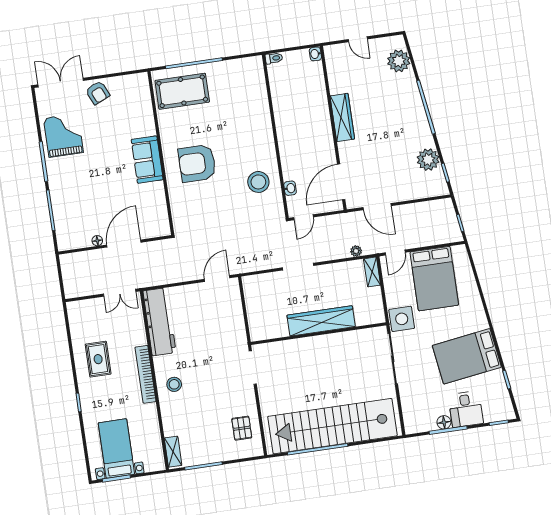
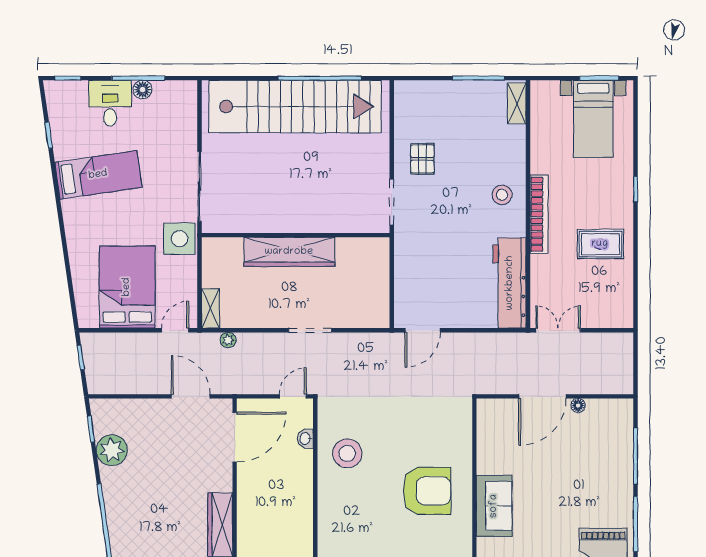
bed: (467, 356) -> (98, 175), width x0.67
rug: (98, 359) -> (600, 244), turned 90
pallet: (242, 428) -> (422, 159), moved

